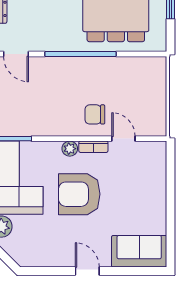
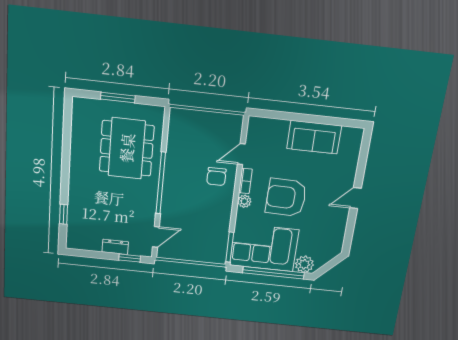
armchair: (79, 194) -> (286, 197), turned 91
sofa: (139, 251) -> (314, 137), moved, turned -90

